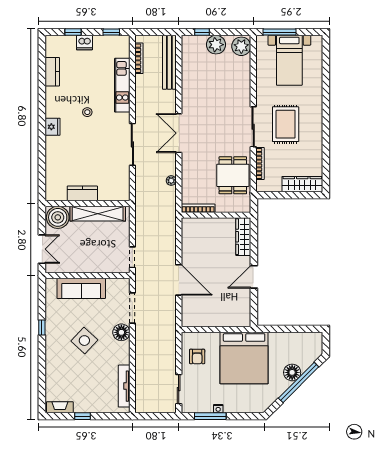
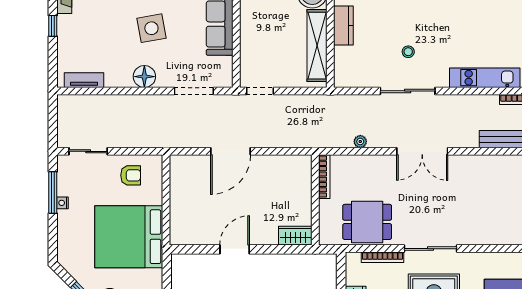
stool: (87, 112) -> (408, 52), moved
double door: (179, 133) -> (422, 151), swing flipped
wardrobe: (243, 237) -> (295, 236), width x0.67
door: (254, 277) -> (235, 249), hinge flipped
floor lamp: (121, 332) -> (144, 77), moved
side table: (84, 341) -> (151, 28), turned 37
armchair: (197, 356) -> (131, 175), turned 180
tv unit: (124, 386) -> (84, 80), width x0.71

